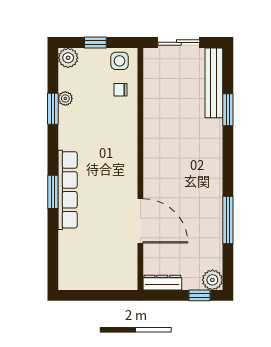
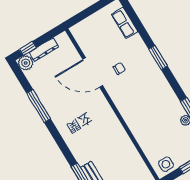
chair: (121, 90) -> (119, 69), moved
row of seats: (68, 190) -> (125, 23), moved, width x0.50
dresser: (162, 283) -> (44, 50), moved

